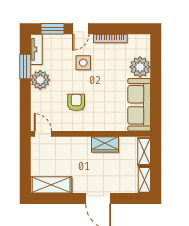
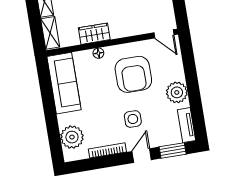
window: (25, 67) -> (196, 104), removed
plant: (140, 67) -> (72, 137), moved
armchair: (76, 102) -> (133, 74), width x1.88, depth x1.88
floor lamp: (104, 126) -> (98, 53), added

